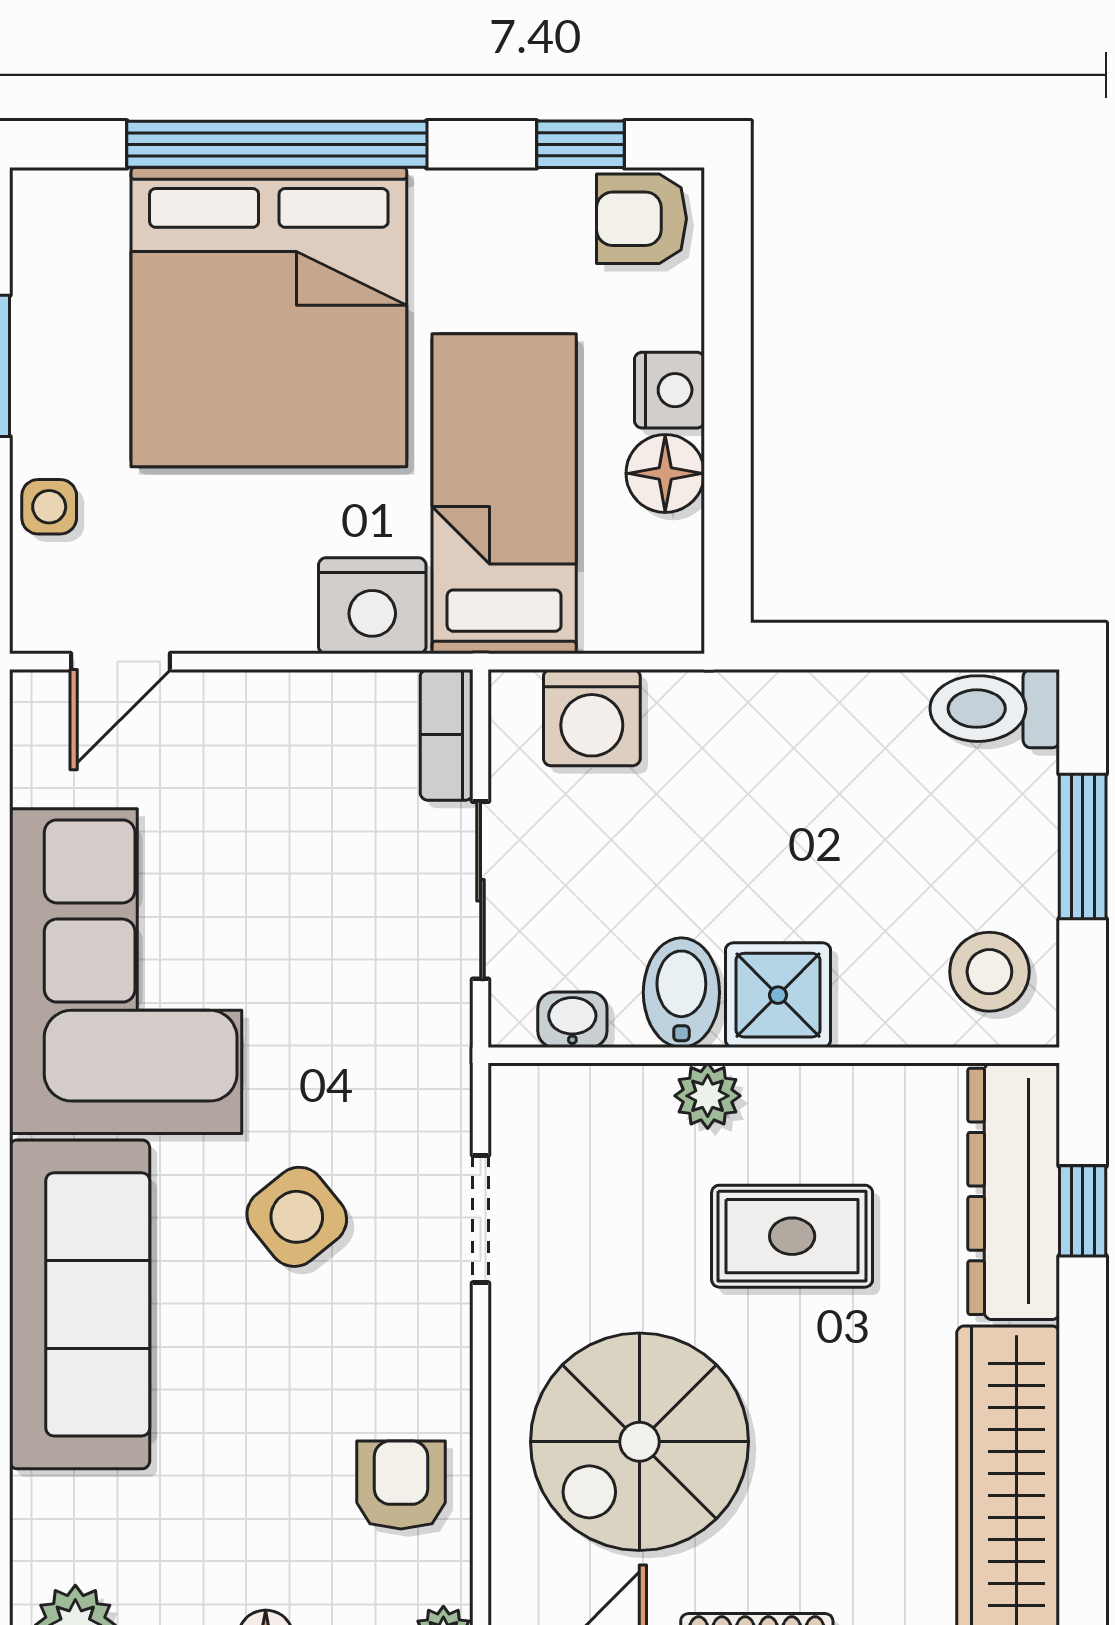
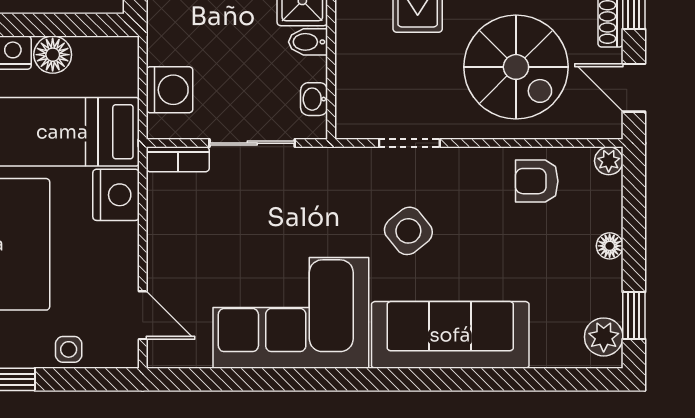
bidet: (681, 993) -> (308, 42), width x0.72, depth x0.74
plant: (708, 1096) -> (350, 34), removed

